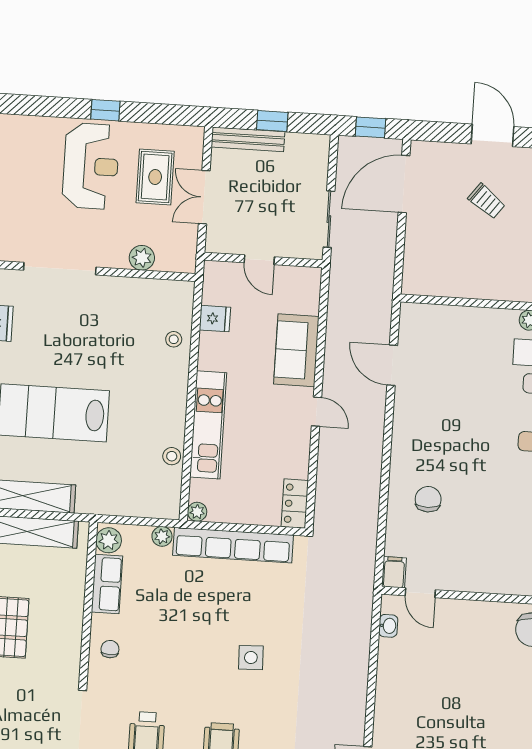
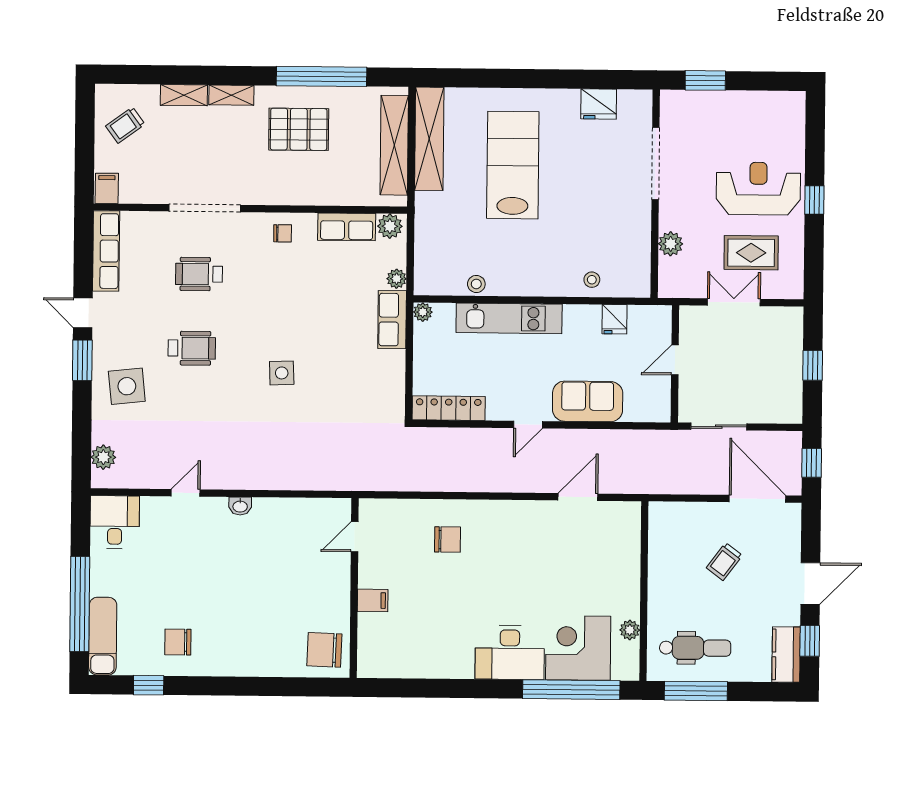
bench: (248, 139) -> (793, 342), removed
reception desk: (91, 166) -> (758, 189), turned 180
trolley: (487, 201) -> (724, 562), moved
locker: (295, 504) -> (449, 408), width x1.53
row of seats: (233, 545) -> (392, 320), width x0.50
filing cabinet: (394, 572) -> (373, 600), moved
washbasin: (388, 626) -> (240, 506), moved

